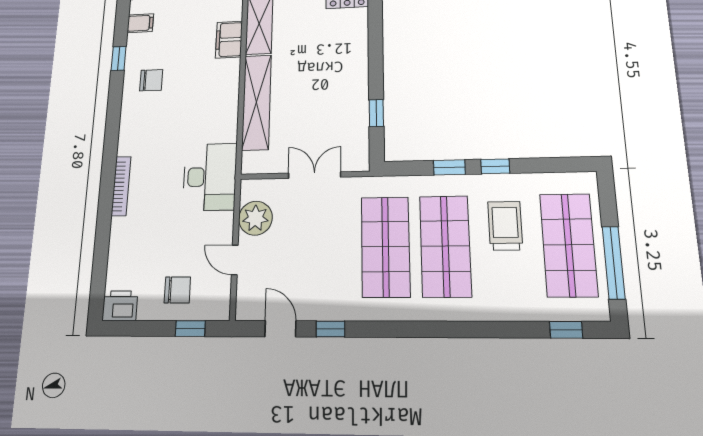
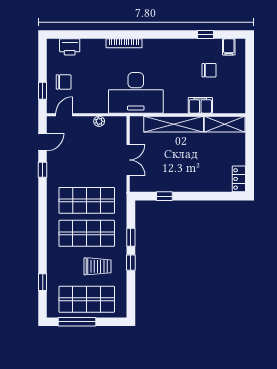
filing cabinet: (229, 40) -> (200, 105), moved
chair: (151, 80) -> (209, 70), moved, turned -90
desk: (210, 177) -> (136, 93), width x1.36, depth x1.30
plant: (255, 218) -> (99, 121), width x0.53, depth x0.53
door: (235, 260) -> (64, 115), moved
chair: (177, 290) -> (64, 82), turned -90
printer: (120, 306) -> (70, 47), moved, turned 90
window: (566, 330) -> (43, 282), moved

